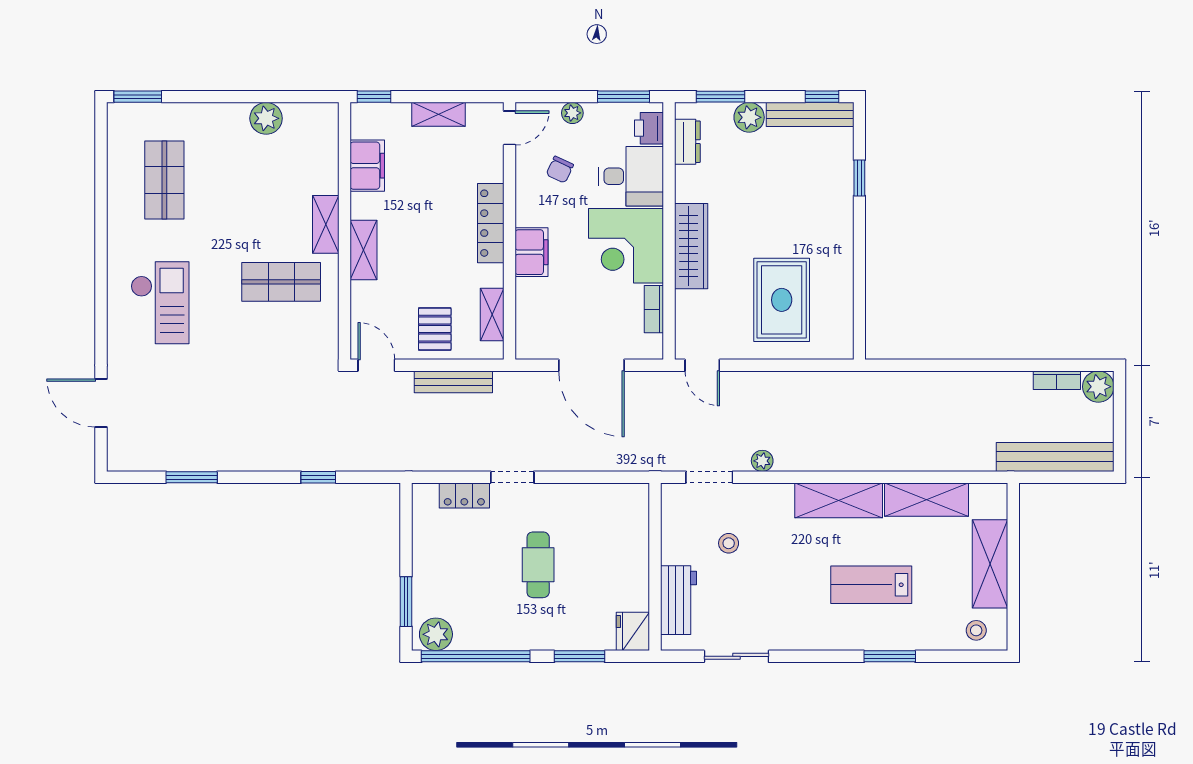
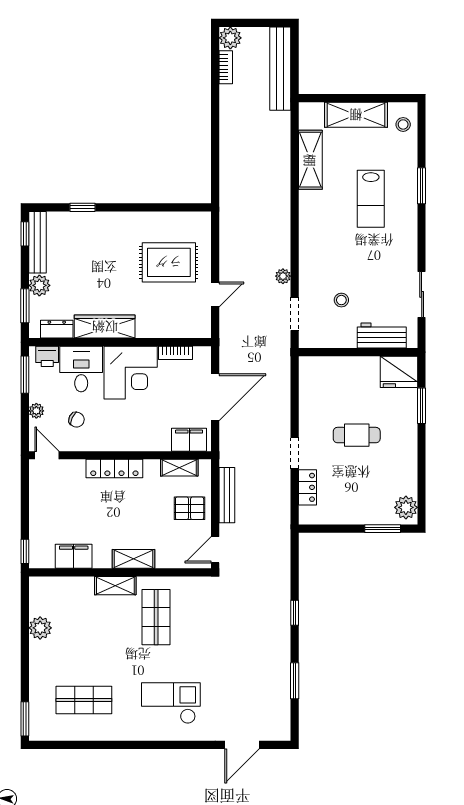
shelving: (439, 114) -> (37, 506), removed
wardrobe: (691, 246) -> (105, 327), moved
filing cabinet: (532, 252) -> (189, 440), moved
door: (702, 365) -> (215, 294), moved
window: (318, 477) -> (295, 613), moved
shelving: (839, 500) -> (311, 222), removed
fridge: (633, 631) -> (399, 372), width x1.36, depth x1.34
window: (476, 656) -> (422, 479), removed

